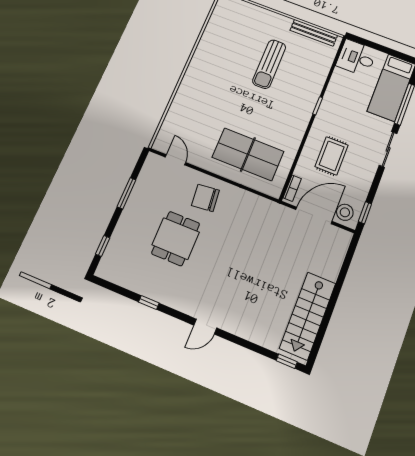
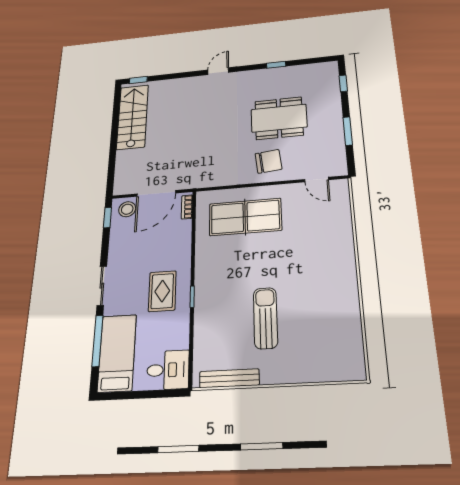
rug: (332, 156) -> (162, 291), moved
dining table: (176, 239) -> (279, 118), width x1.38

